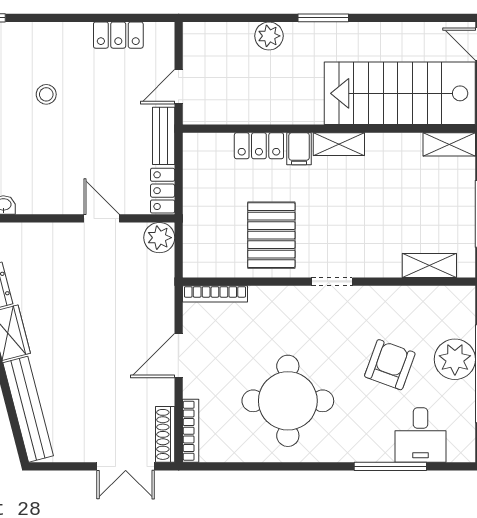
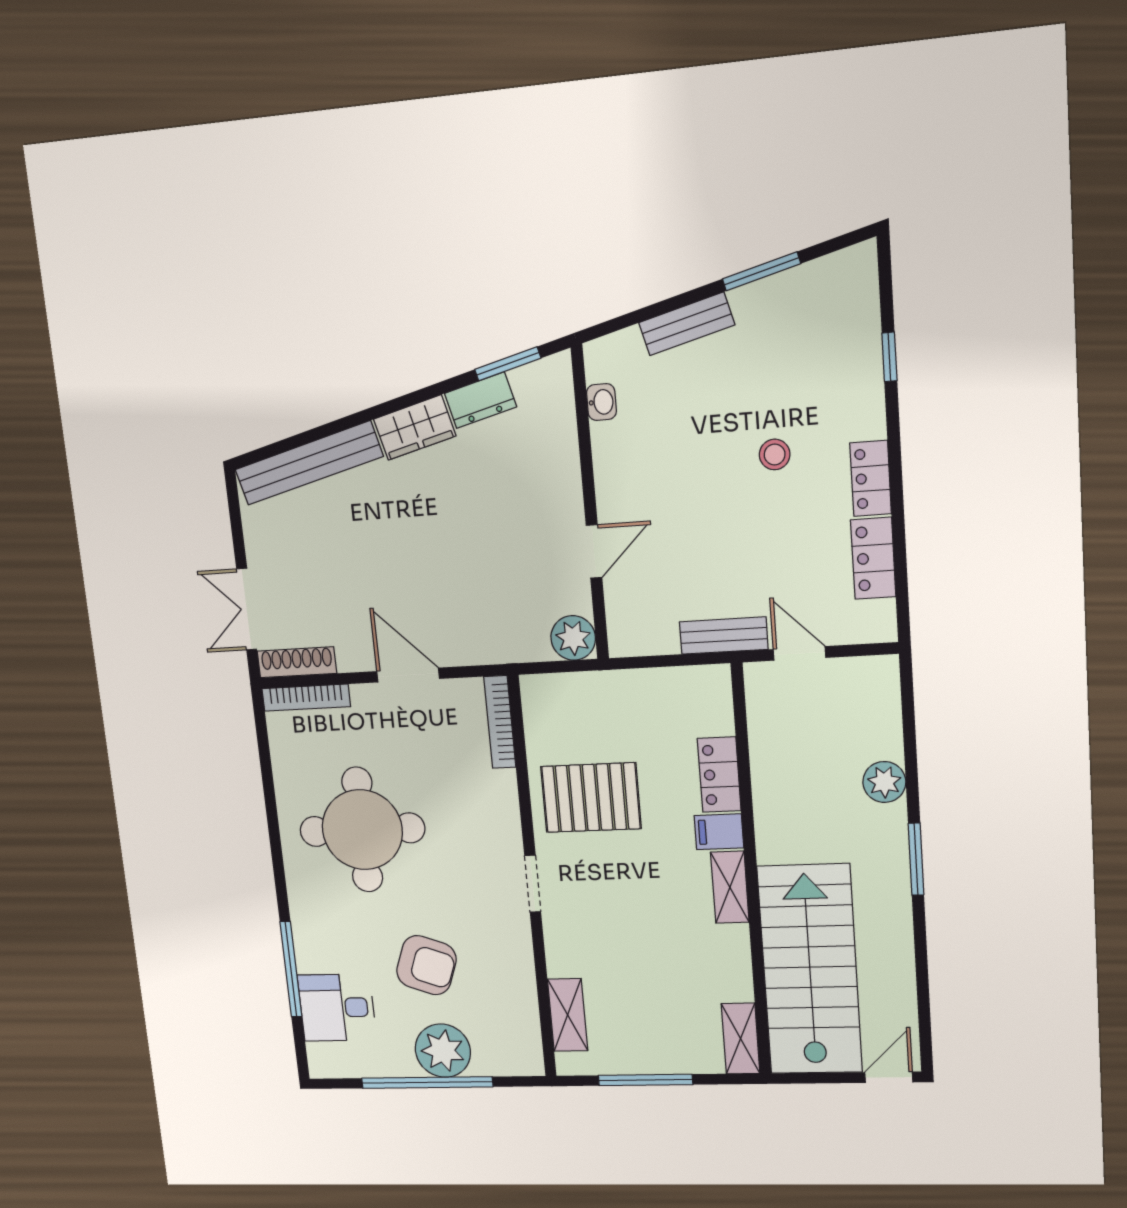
locker: (163, 191) -> (871, 478), moved, turned -90

